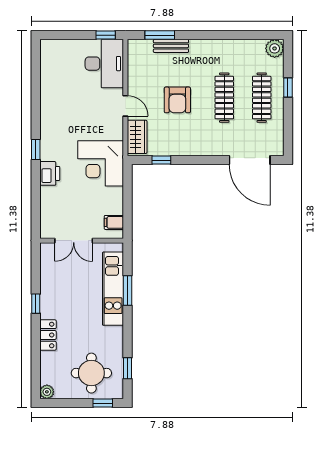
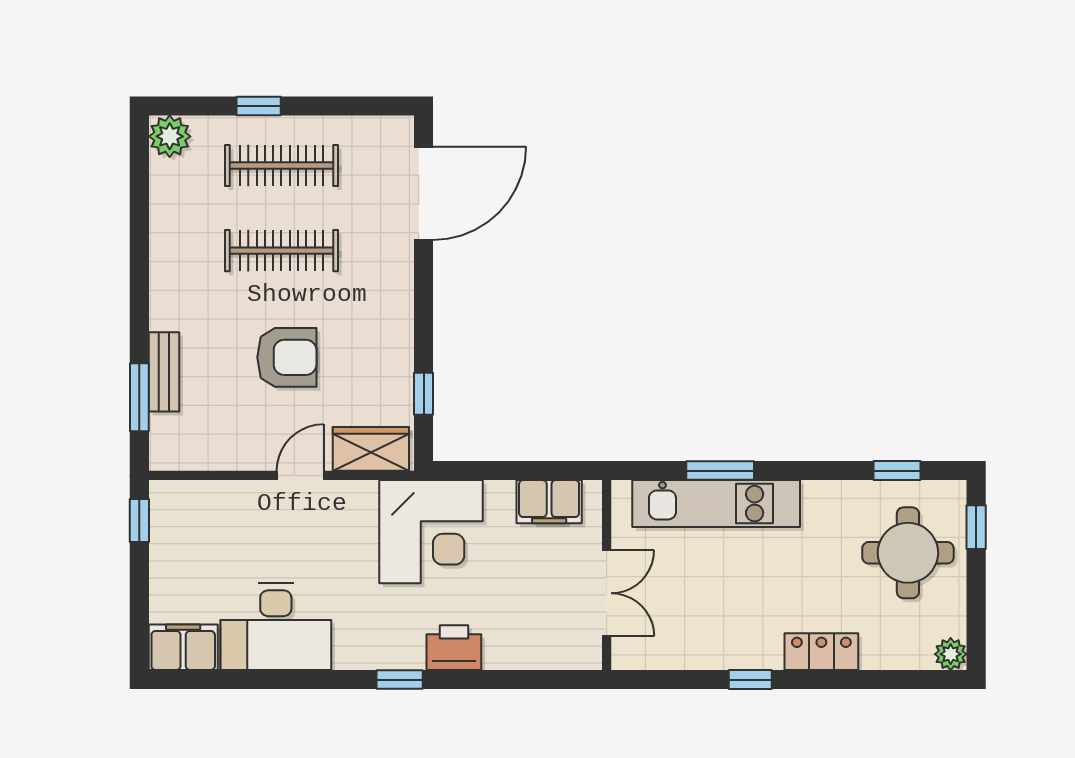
filing cabinet: (50, 54) -> (183, 647), added
desk: (104, 64) -> (276, 627), moved, turned 180
filing cabinet: (114, 222) -> (549, 502), width x2.00

